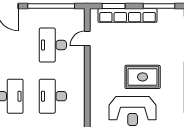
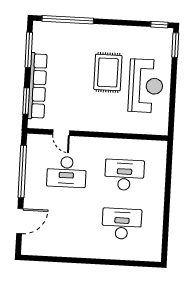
desk: (53, 96) -> (124, 175), turned 180

